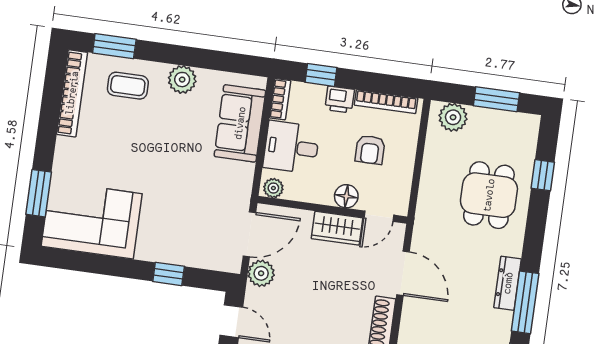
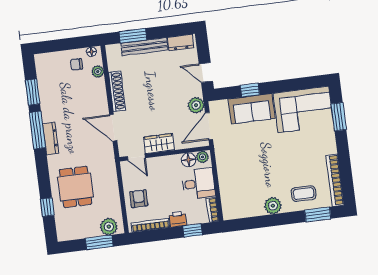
window: (496, 99) -> (99, 242), moved
sofa: (240, 123) -> (252, 109), moved, turned 90
armchair: (370, 150) -> (139, 199), moved
floor lamp: (346, 196) -> (189, 160), moved
door: (379, 216) -> (136, 157), swing flipped

